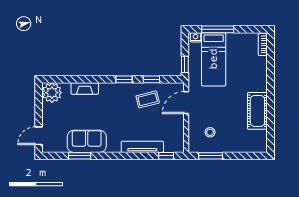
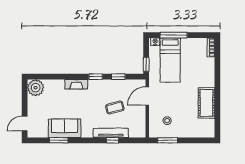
fireplace: (85, 89) -> (76, 84), moved
coffee table: (148, 99) -> (115, 108), moved
window: (166, 156) -> (112, 140), moved

